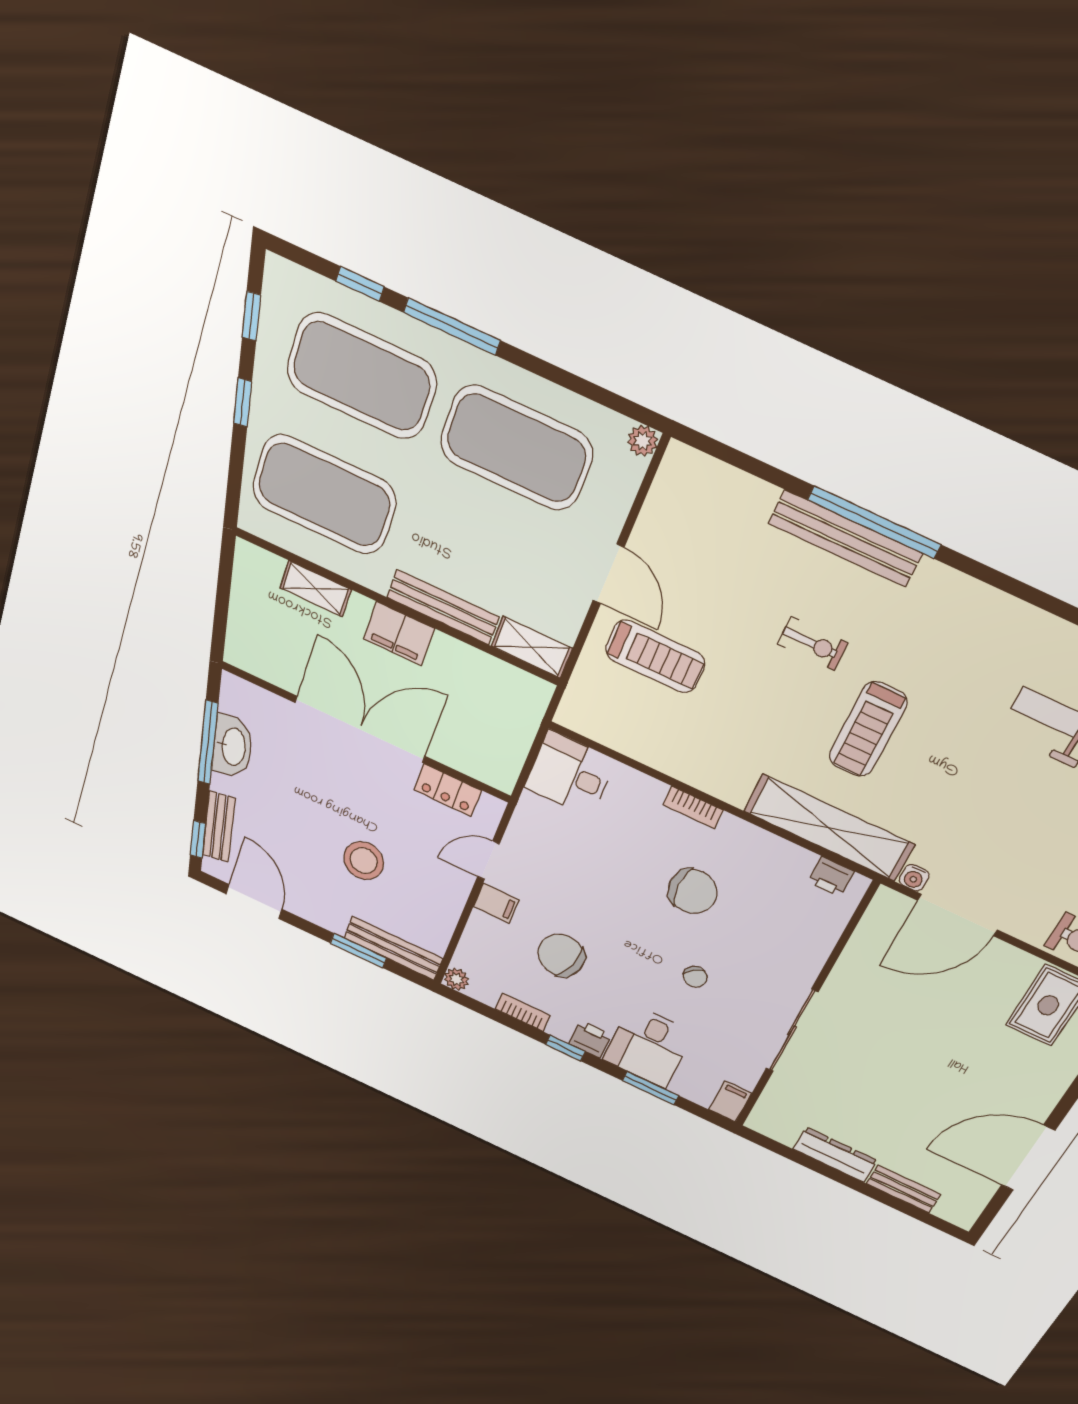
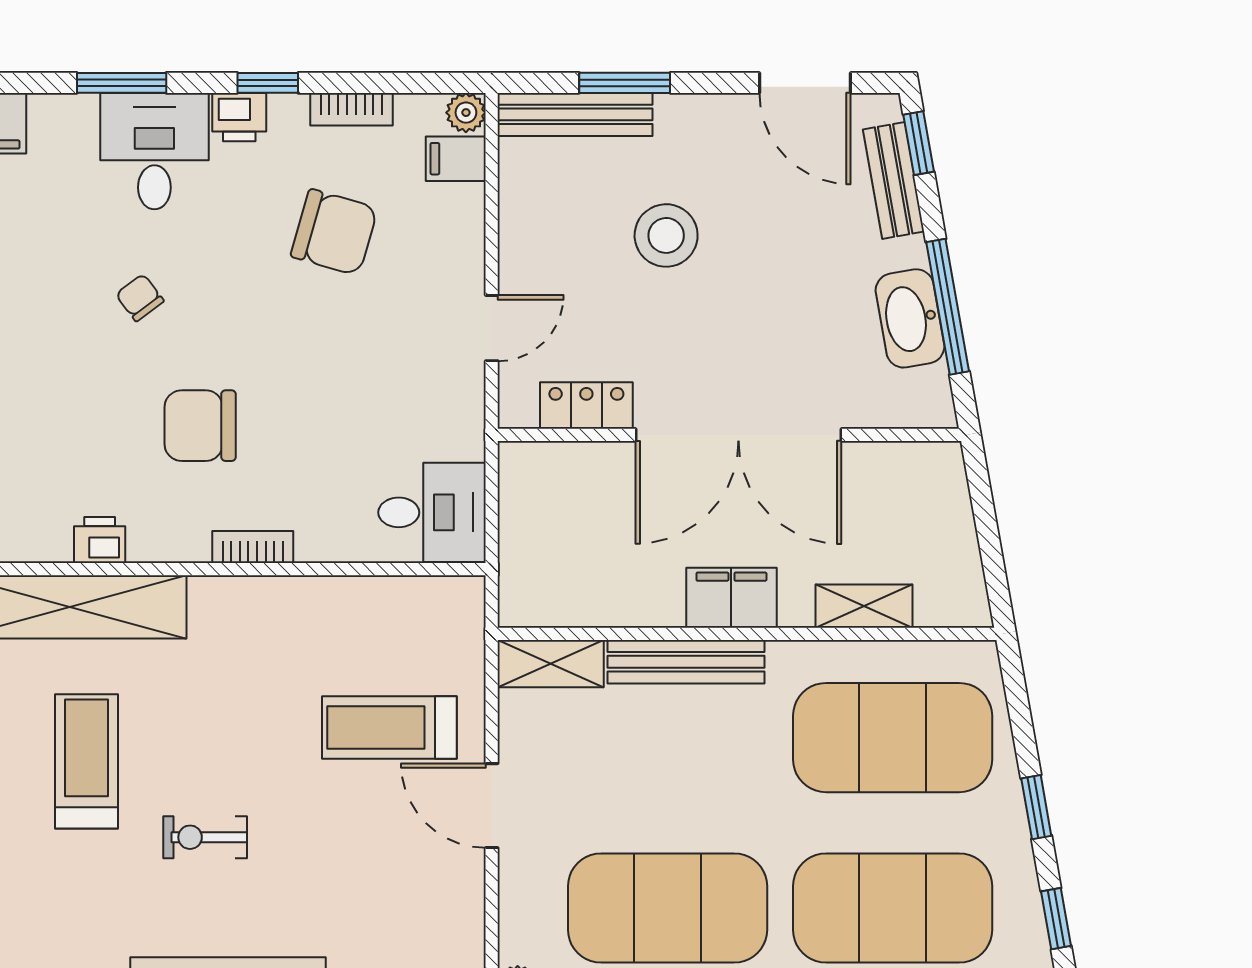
printer: (831, 877) -> (100, 540), moved
filing cabinet: (496, 903) -> (456, 159), moved

